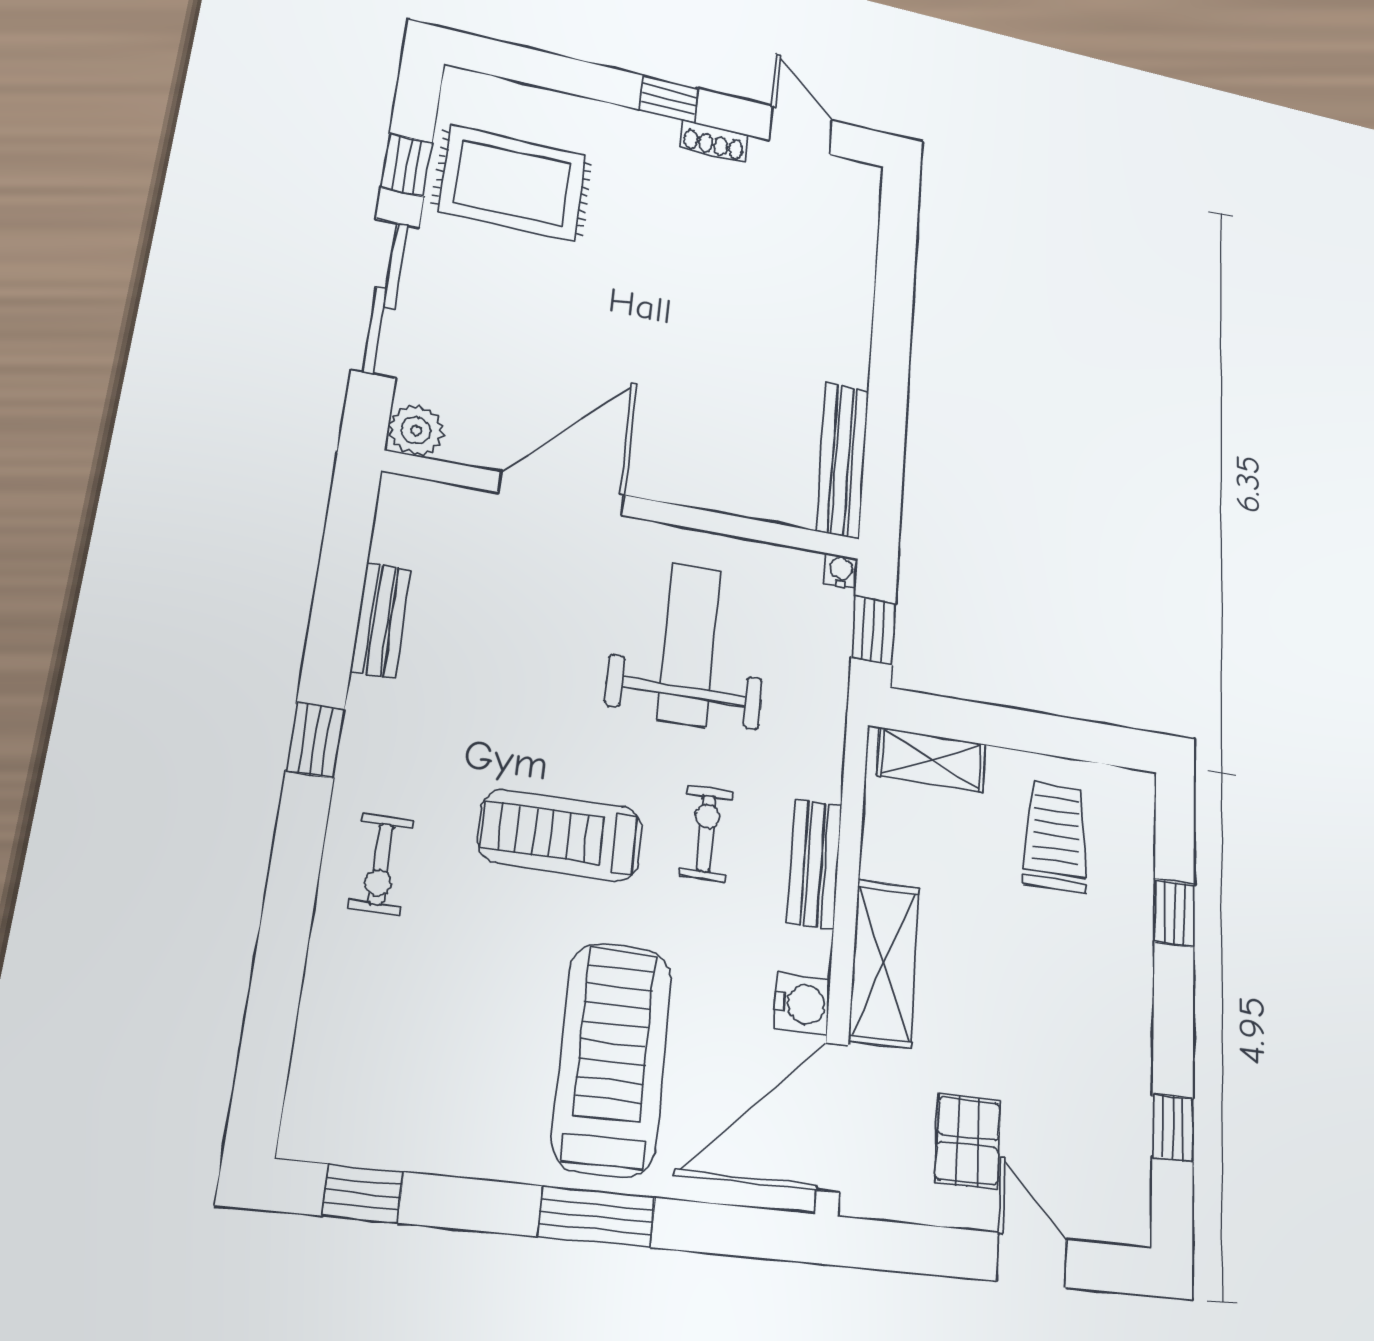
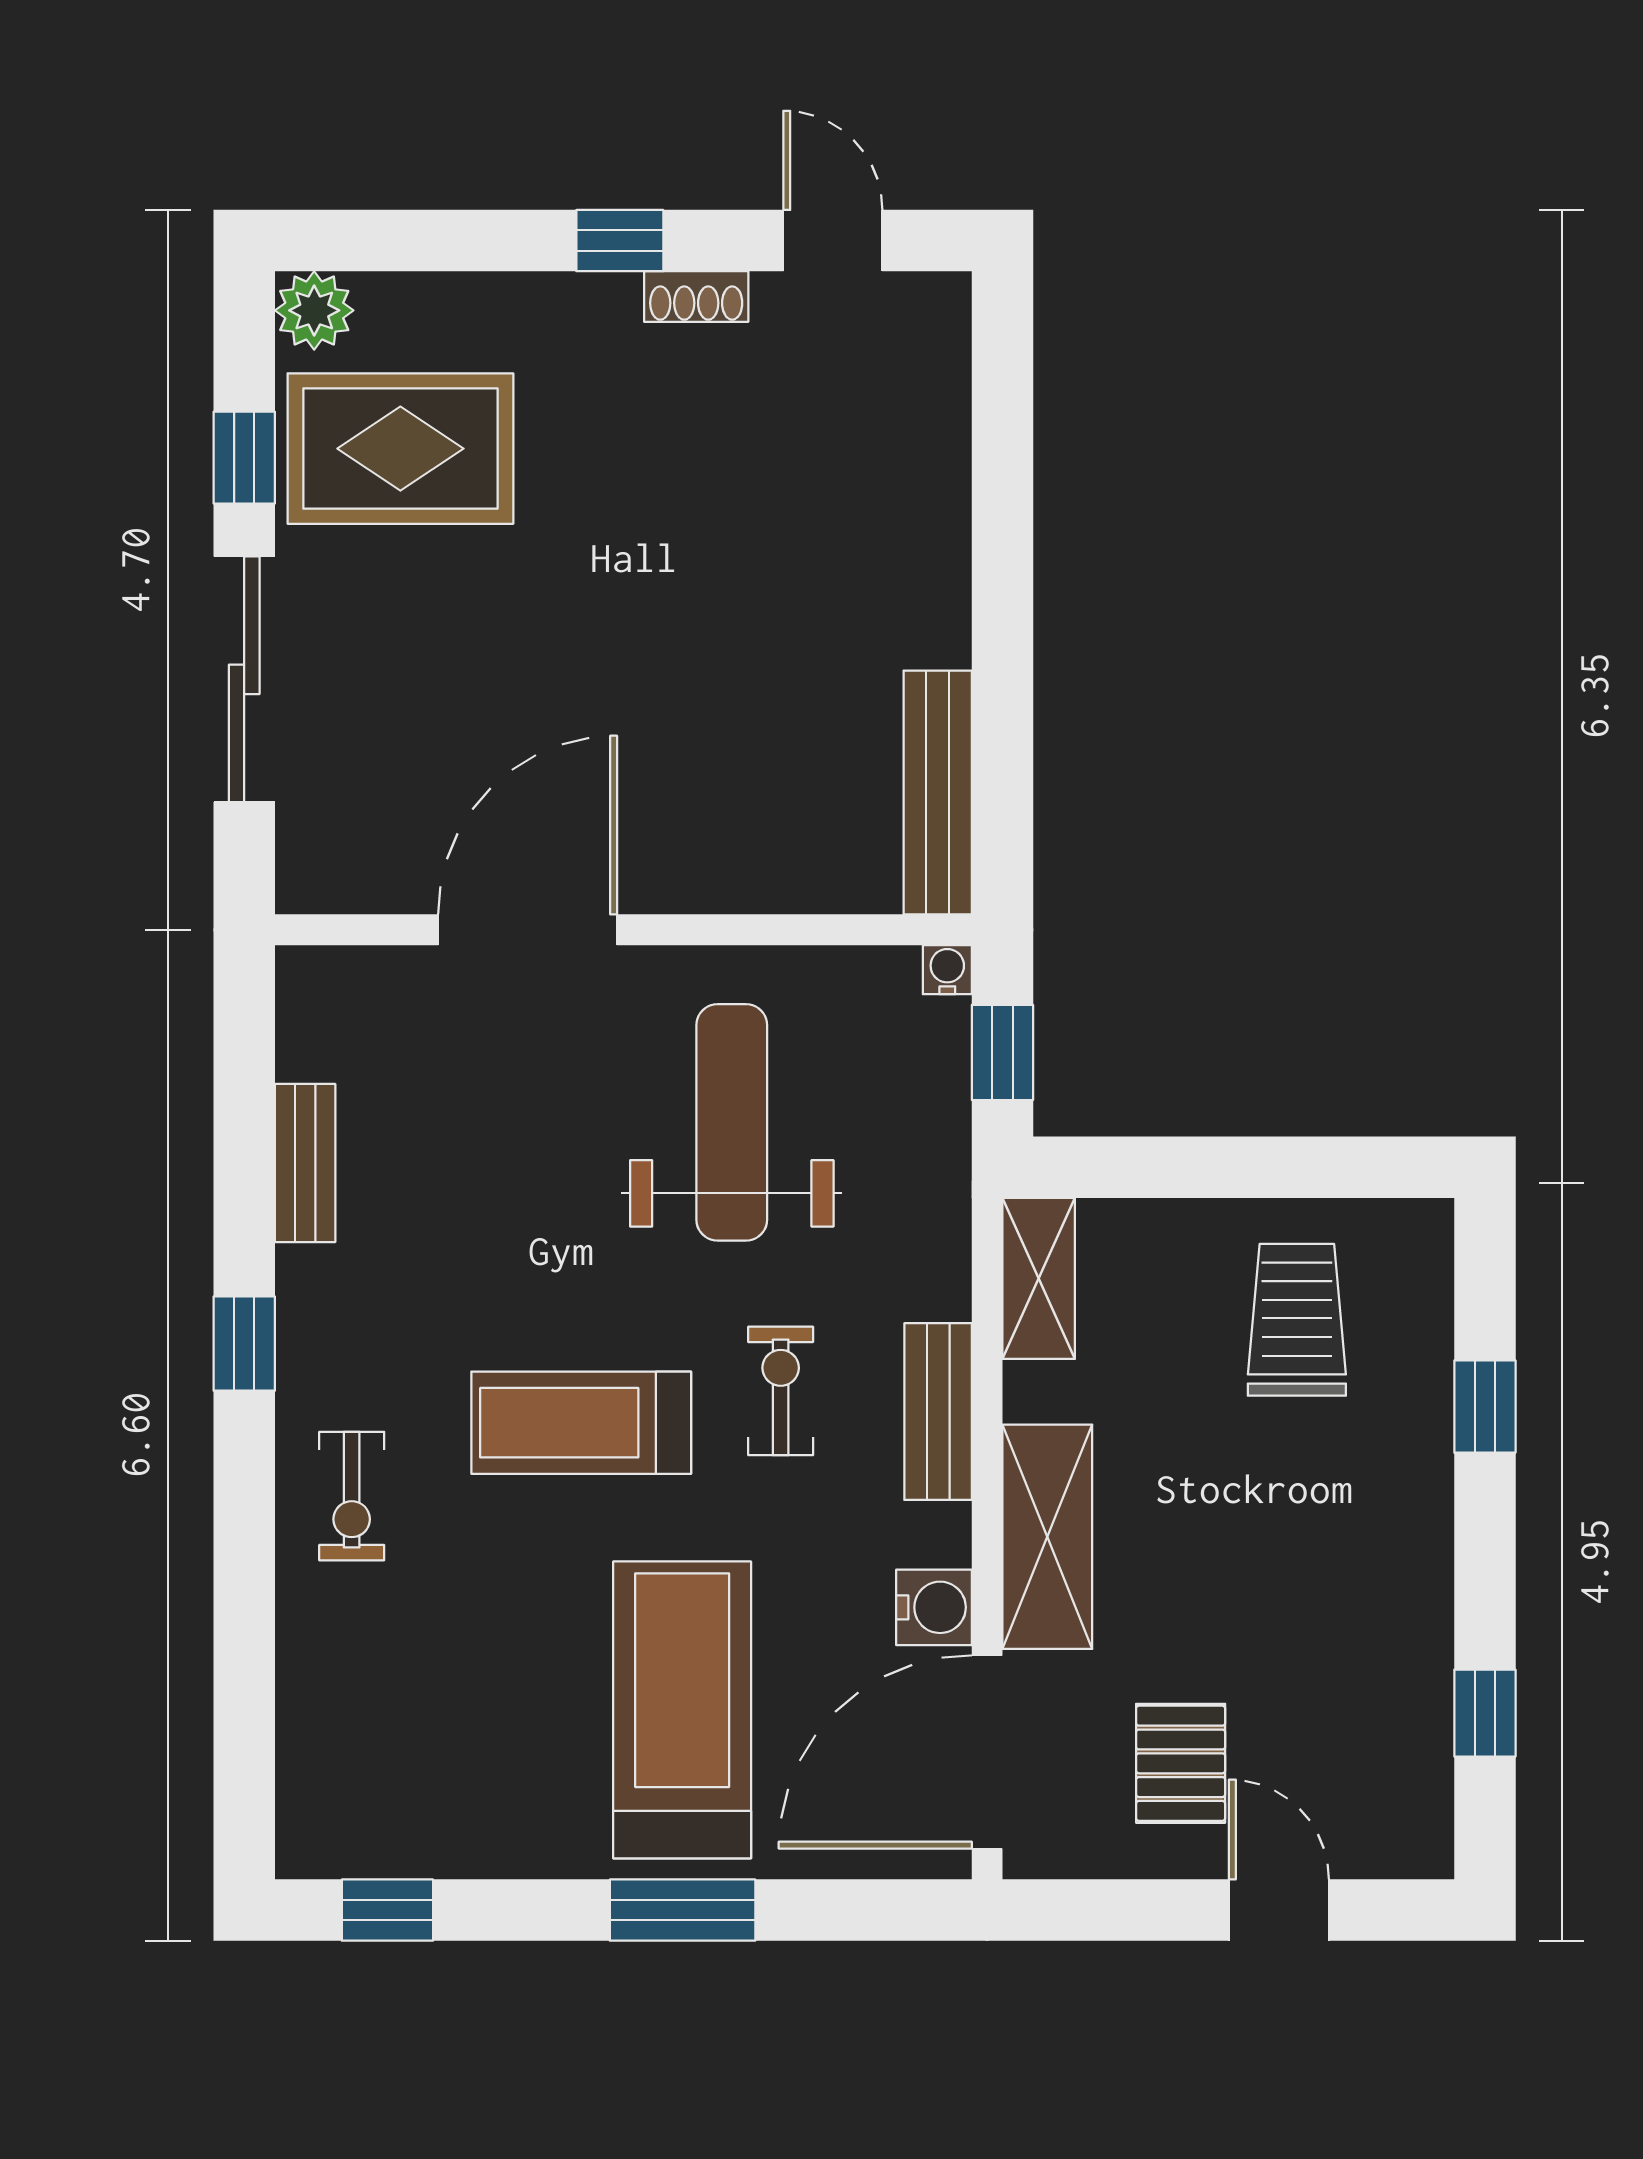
plant: (416, 430) -> (314, 310), moved
shelving: (931, 760) -> (1039, 1278), moved, turned 90

